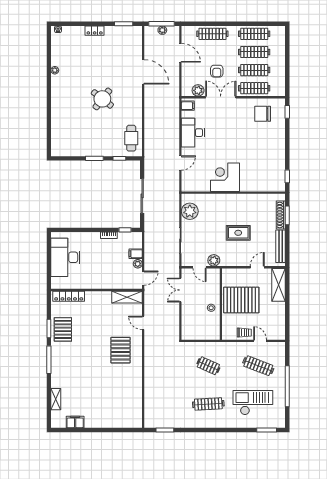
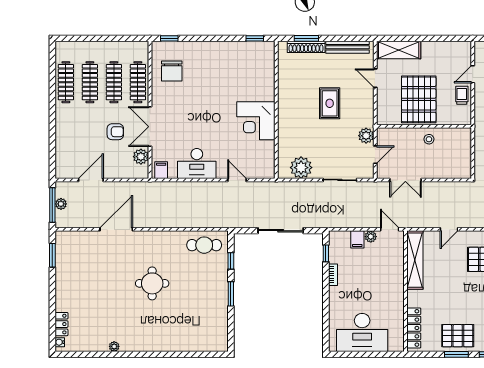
locker: (95, 31) -> (61, 324), moved
clothes rail: (212, 34) -> (66, 138), removed
round table: (102, 99) -> (152, 283), turned -38
shelving: (127, 297) -> (415, 260), width x1.47

